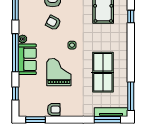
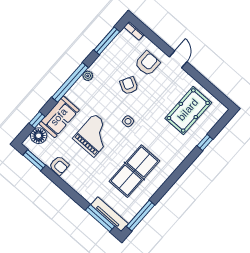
sofa: (27, 59) -> (59, 117), moved
floor lamp: (25, 102) -> (39, 136), added

